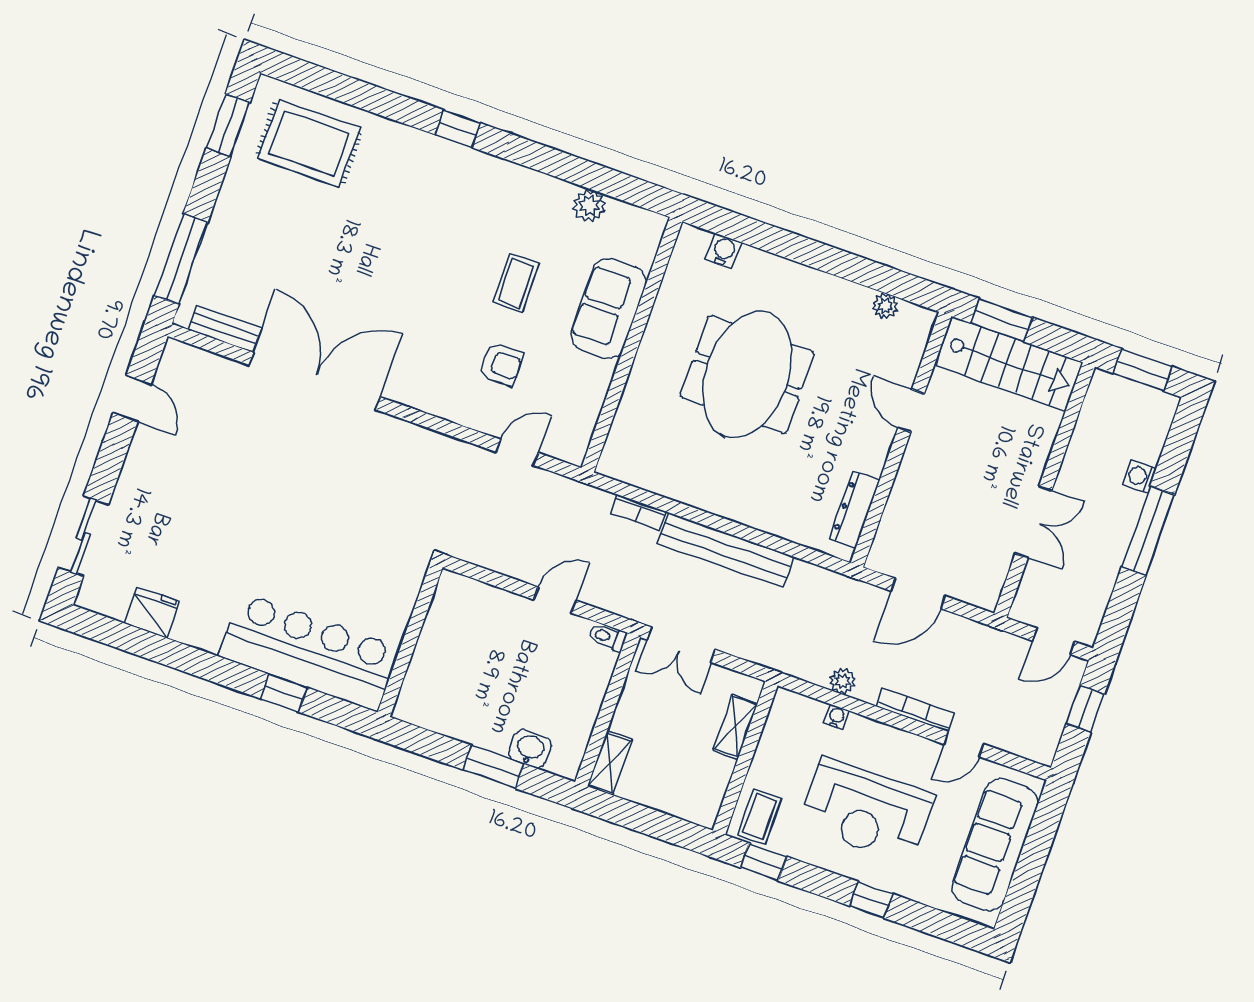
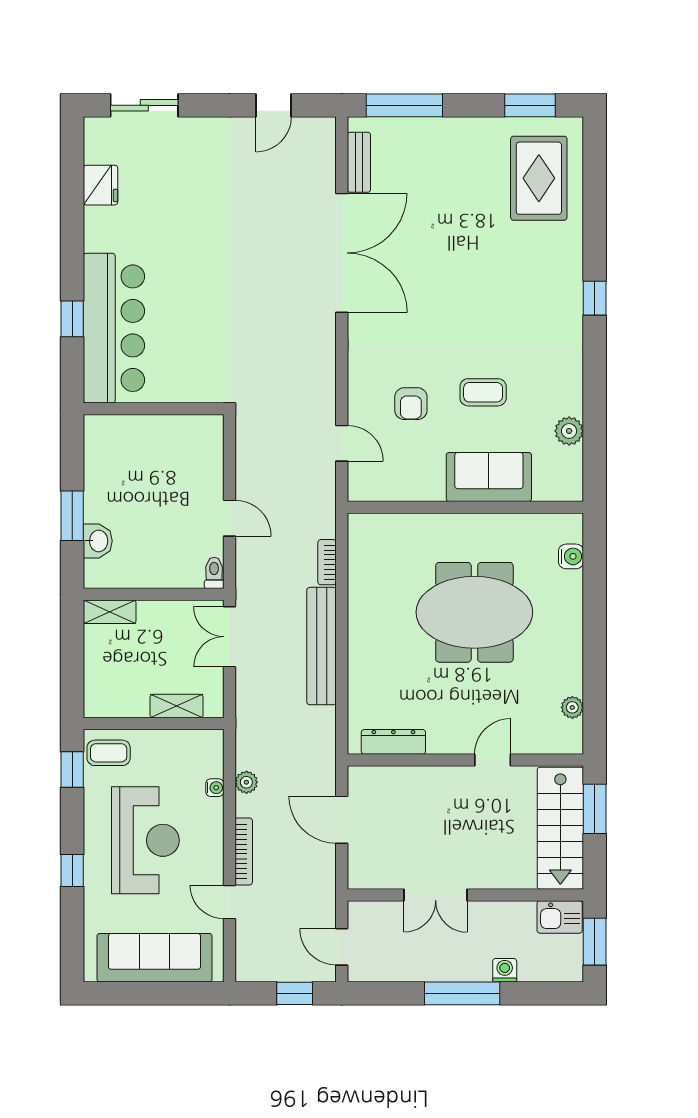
kitchen sink: (1103, 398) -> (560, 917), added
reception desk: (866, 810) -> (145, 840), turned 180

